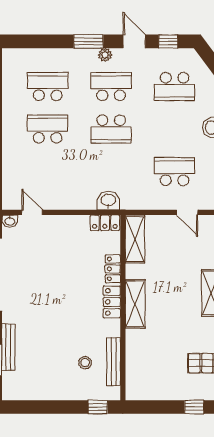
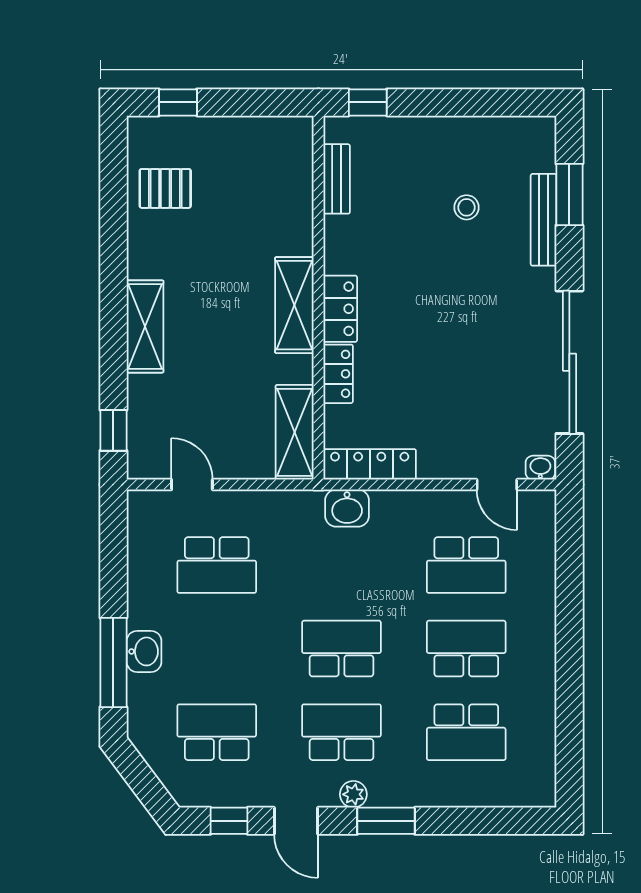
school desk: (111, 87) -> (341, 732), turned 180
school desk: (48, 129) -> (466, 649), turned 180
school desk: (48, 172) -> (466, 565), added
locker: (105, 223) -> (370, 464), width x1.53
bench: (114, 362) -> (337, 179), width x0.73
stool: (85, 363) -> (466, 207), moved

